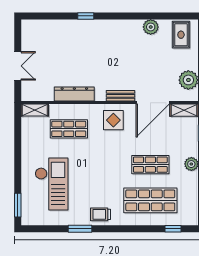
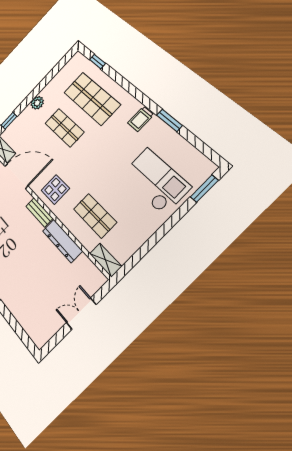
bench: (120, 96) -> (39, 212), moved
checkout: (51, 184) -> (155, 181), turned 90
trolley: (101, 214) -> (141, 119), turned 90

